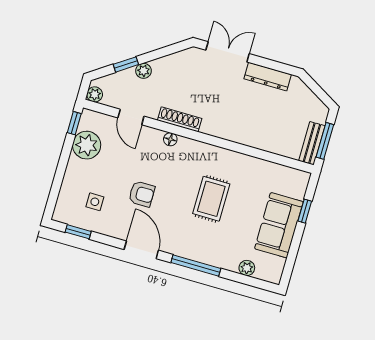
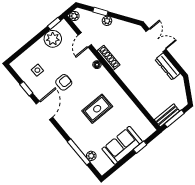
armchair: (142, 194) -> (64, 82), turned -90
window: (78, 232) -> (26, 89), moved
window: (196, 265) -> (79, 152), moved

